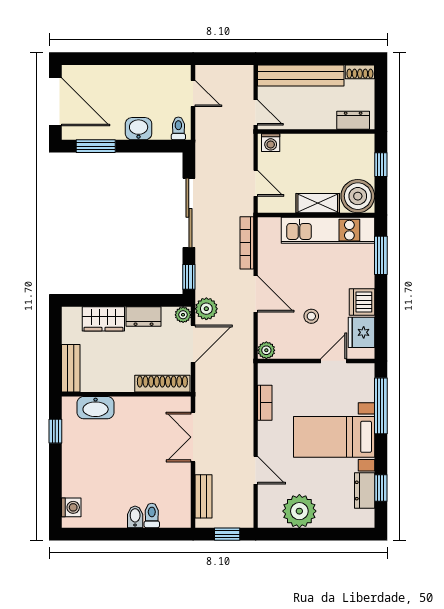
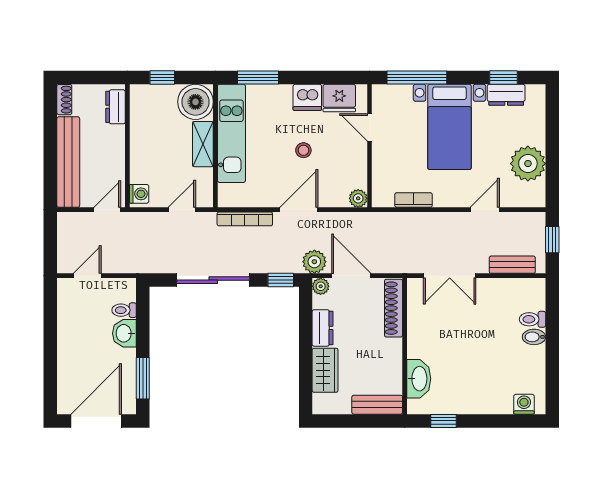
toilet: (178, 128) -> (124, 310), moved
stool: (311, 316) -> (303, 150), moved

